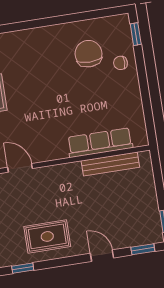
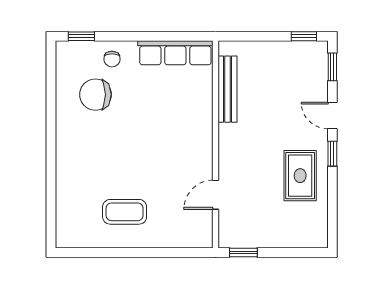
row of seats: (100, 143) -> (175, 53), moved, turned -90
door: (102, 256) -> (332, 115), hinge flipped
window: (23, 268) -> (332, 154), moved

